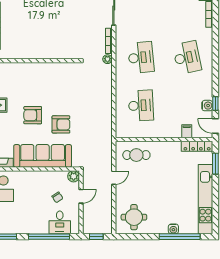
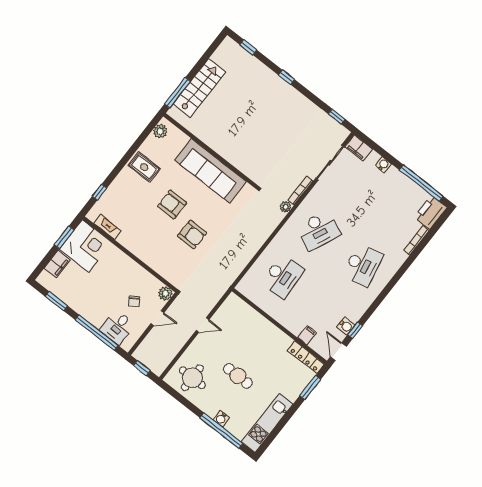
desk: (141, 57) -> (319, 230), turned 30
cafe table: (136, 155) -> (238, 376), moved
sofa: (43, 156) -> (210, 171), moved, turned 180
kitchen unit: (205, 199) -> (267, 423), width x0.73

